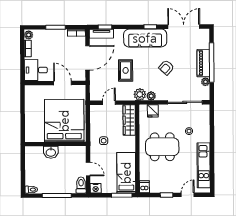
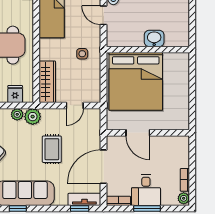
desk: (36, 70) -> (146, 190), moved, turned 90

